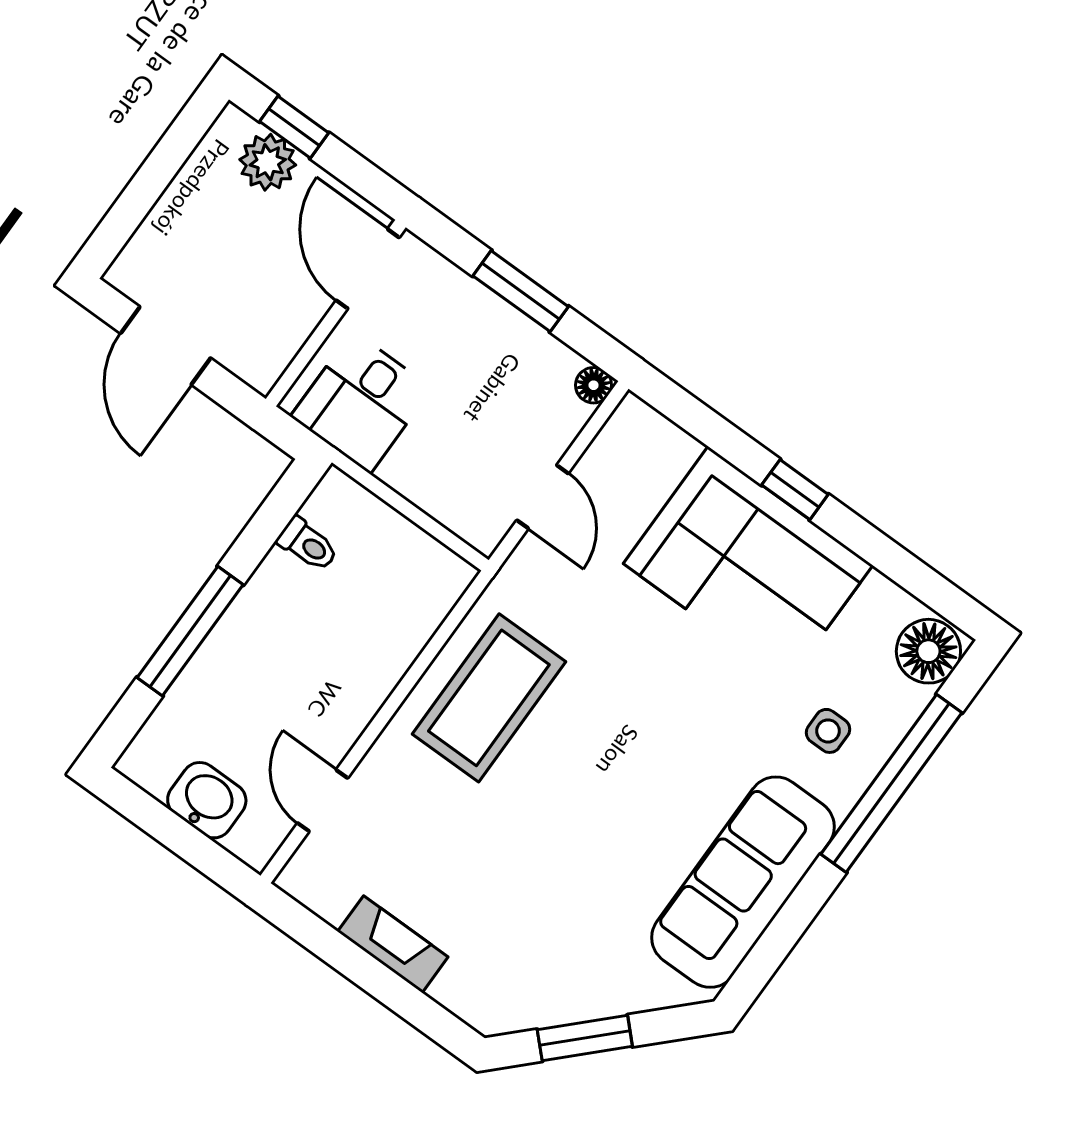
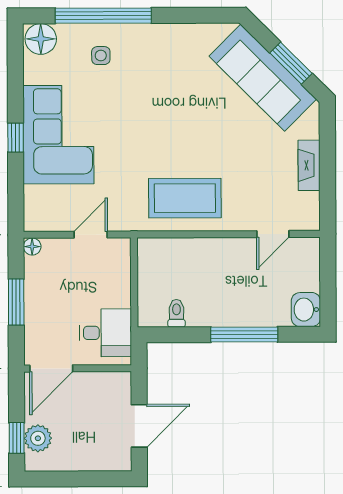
washbasin: (207, 800) -> (306, 310), moved
sofa: (743, 882) -> (263, 78), moved, turned 45

